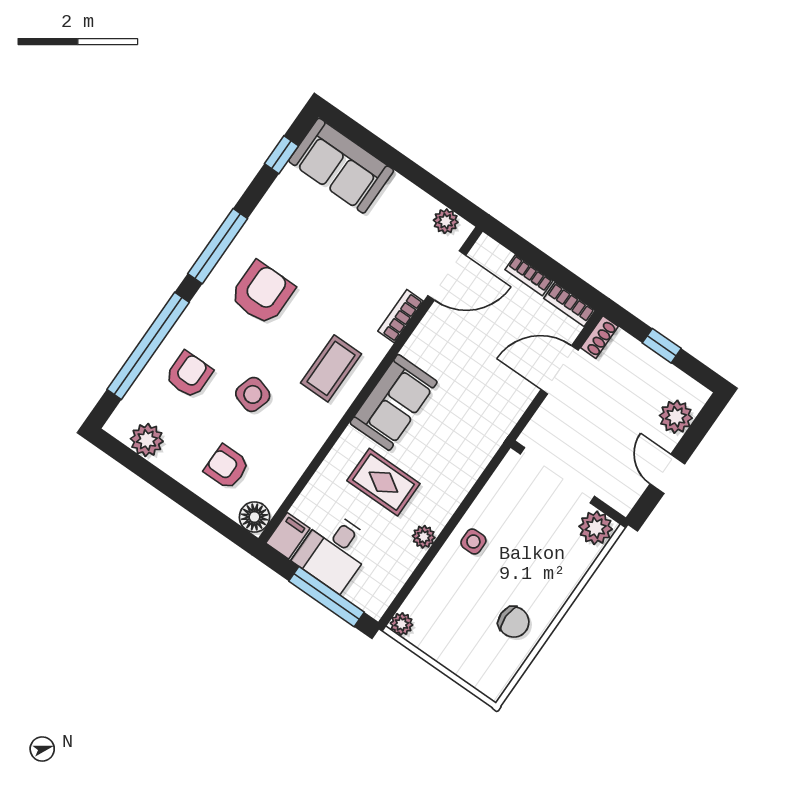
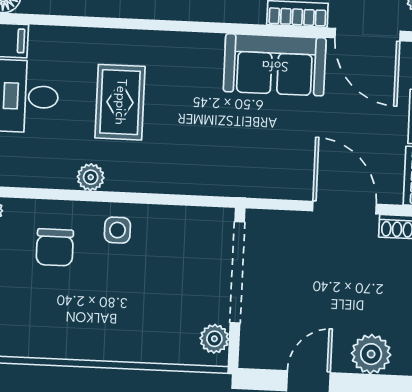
sofa: (394, 402) -> (275, 65), moved
plant: (596, 528) -> (214, 339), width x0.73, depth x0.73
chair: (514, 622) -> (55, 247), moved

